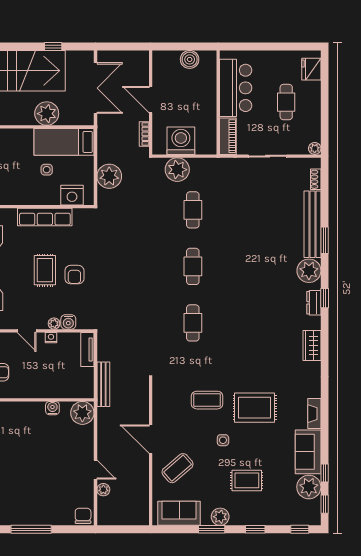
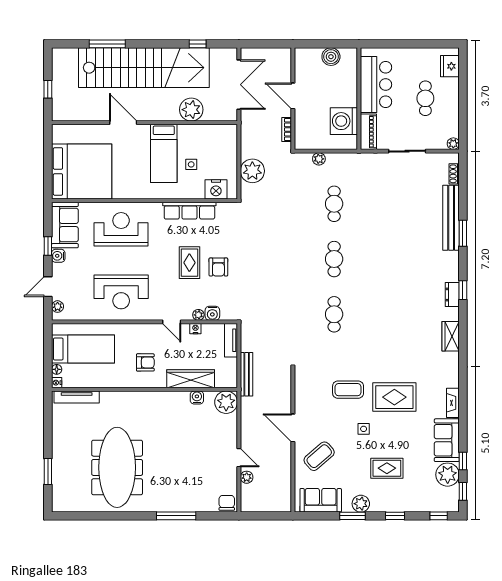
washing machine: (181, 141) -> (344, 121), moved, turned -90
bed: (64, 142) -> (164, 153), moved, turned -90
plant: (177, 170) -> (319, 159), width x0.53, depth x0.53
plant: (309, 271) -> (448, 263), removed
wardrobe: (46, 389) -> (191, 379), added

